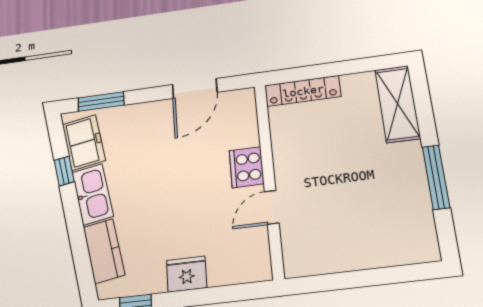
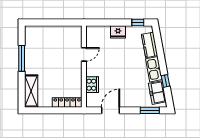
cooker: (247, 167) -> (92, 85), moved

